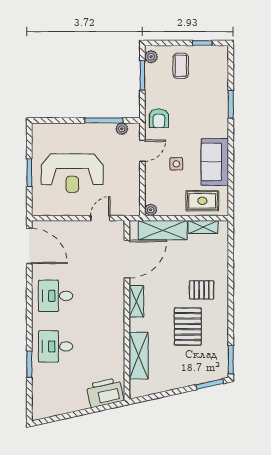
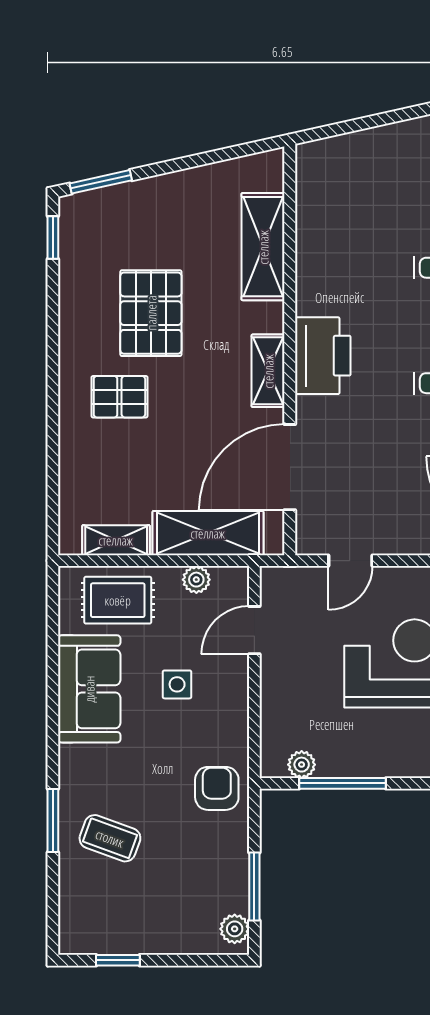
coffee table: (181, 66) -> (110, 838), moved, turned -70
door: (142, 151) -> (254, 630), moved
plant: (151, 210) -> (196, 580), moved
window: (231, 360) -> (53, 237), width x0.67
printer: (105, 393) -> (323, 356), moved, turned -77

